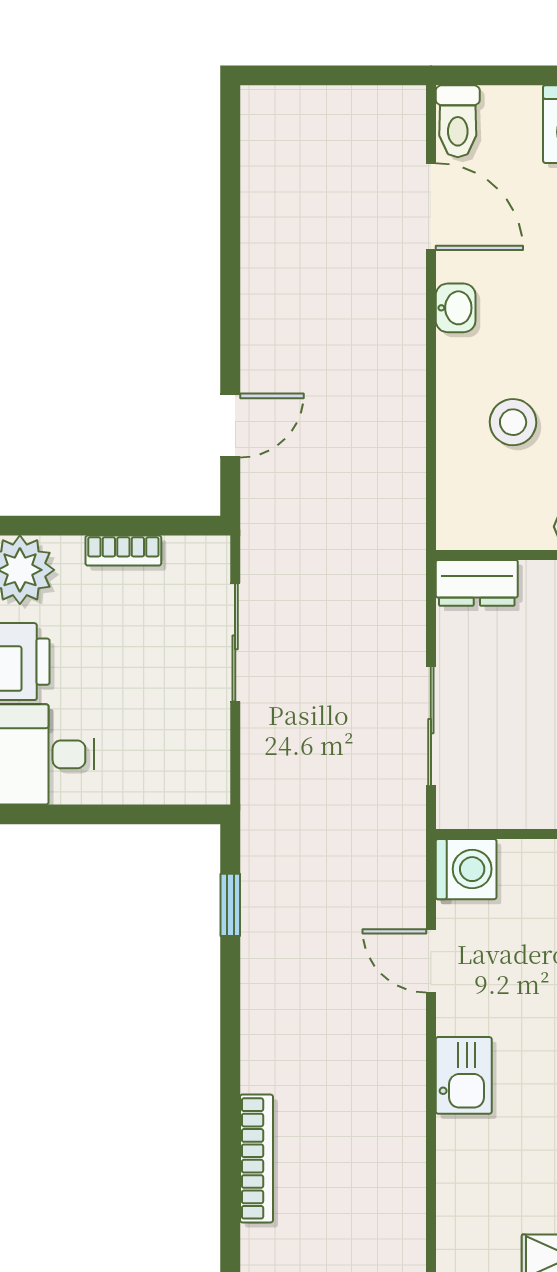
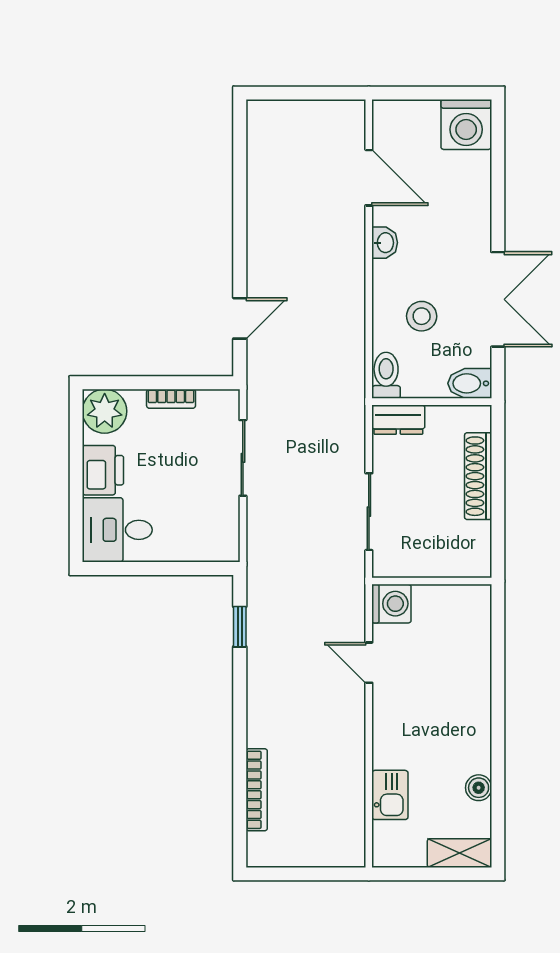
toilet: (458, 121) -> (386, 375), moved, turned 180
kitchen sink: (464, 1075) -> (390, 795), moved

